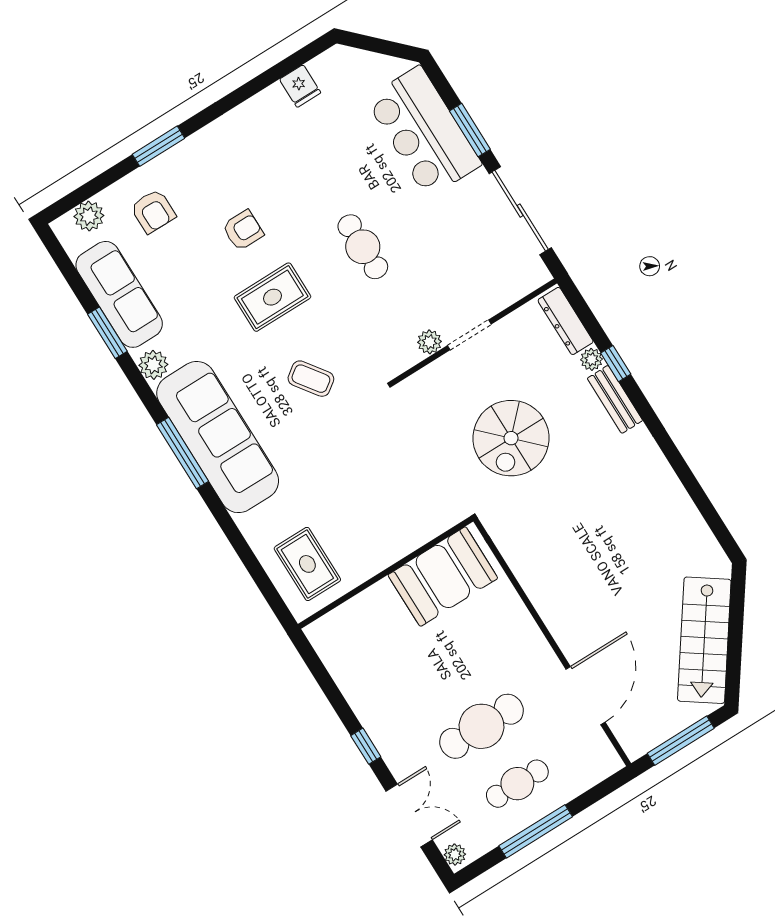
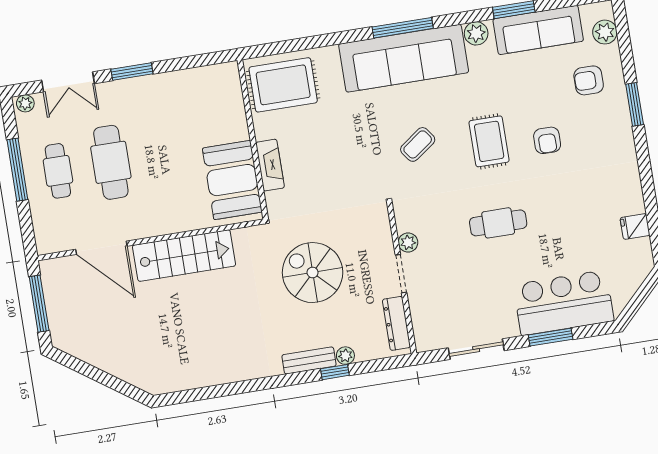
sliding door: (520, 211) -> (476, 349), width x0.73
dresser: (566, 321) -> (396, 323), moved, turned -90
fireplace: (407, 540) -> (270, 165), added
rug: (307, 564) -> (283, 85), width x1.36, depth x1.43
stairs: (704, 640) -> (184, 256), moved, turned 145
window: (366, 746) -> (132, 72), width x1.50

